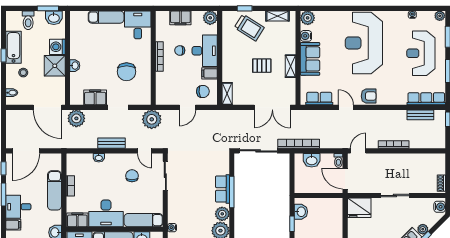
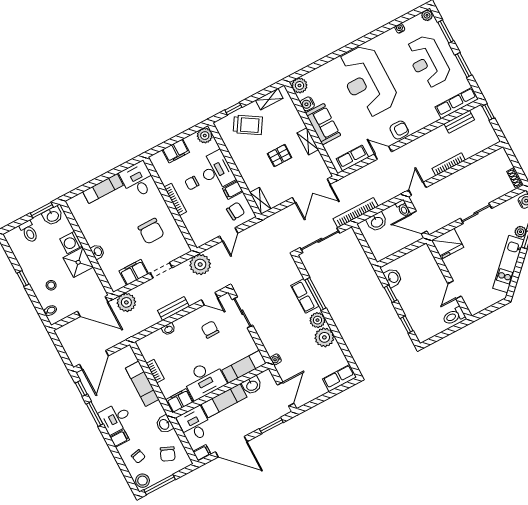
bathtub: (13, 47) -> (28, 266), removed

